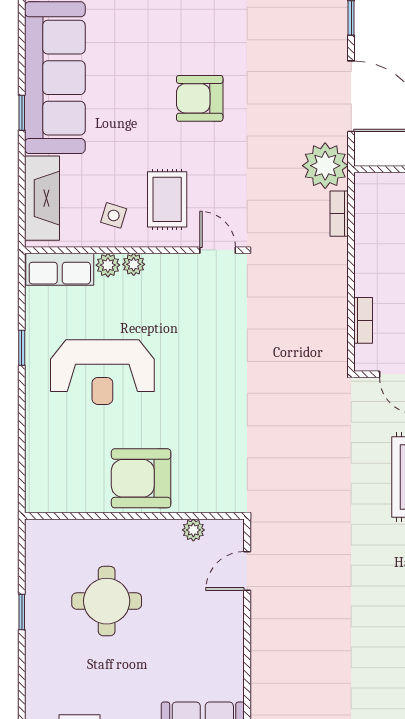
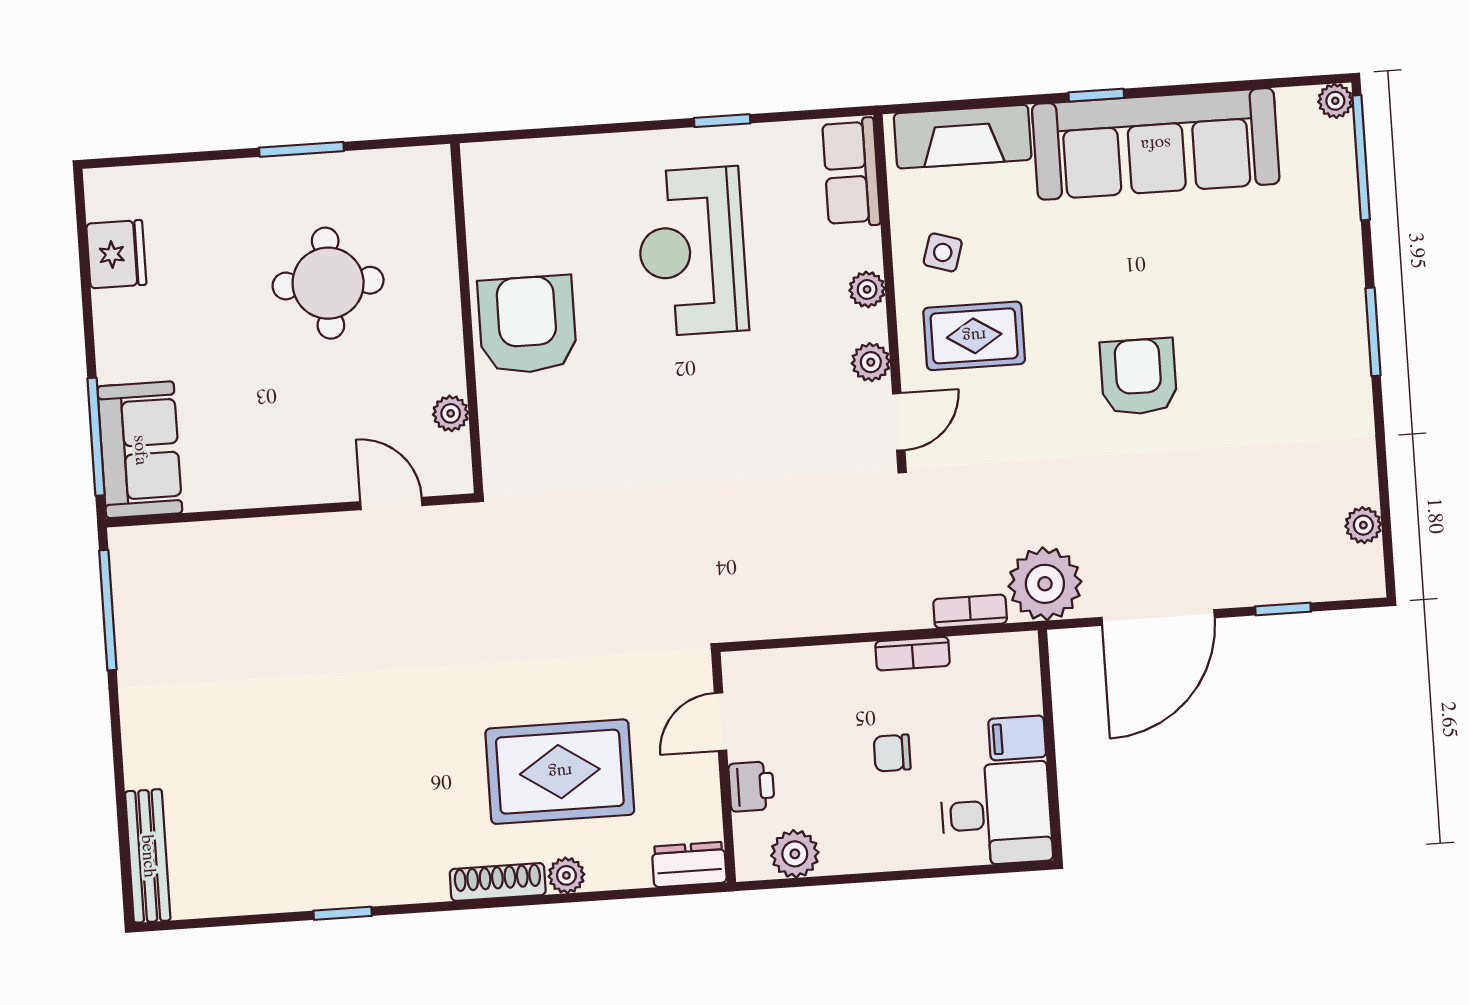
plant: (108, 265) -> (871, 362), moved
bookcase: (363, 320) -> (913, 654), moved
window: (22, 612) -> (301, 149), width x1.50

